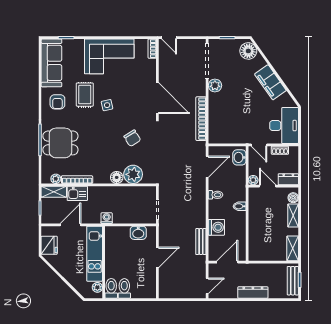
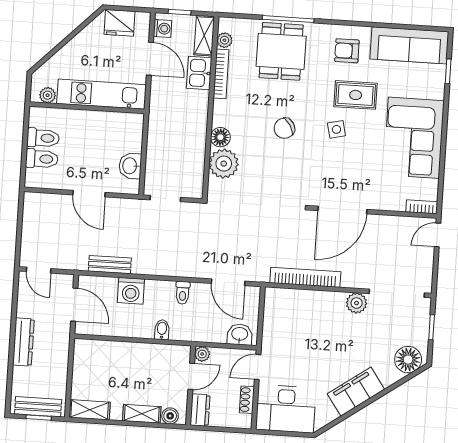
chair: (132, 138) -> (284, 128), moved
washing machine: (107, 218) -> (163, 28), moved
toilet: (111, 288) -> (42, 159), moved

